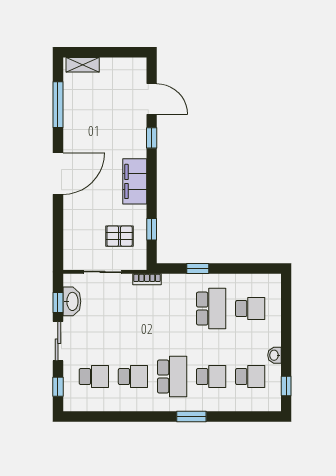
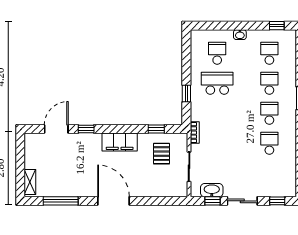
washbasin: (274, 355) -> (240, 35), moved
school desk: (94, 377) -> (269, 173), removed
school desk: (172, 377) -> (269, 113), width x0.54

